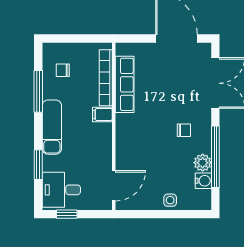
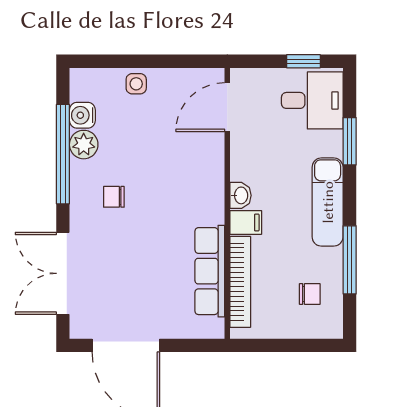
washbasin: (106, 131) -> (240, 195), added

